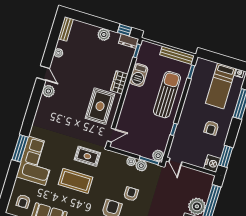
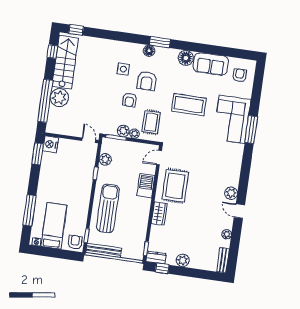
barbecue: (139, 75) -> (146, 186), moved
sun lounger: (167, 95) -> (108, 208), turned 180
armchair: (211, 128) -> (75, 242), moved
rug: (87, 156) -> (151, 122), moved, turned 90
plant: (158, 156) -> (105, 159), moved

